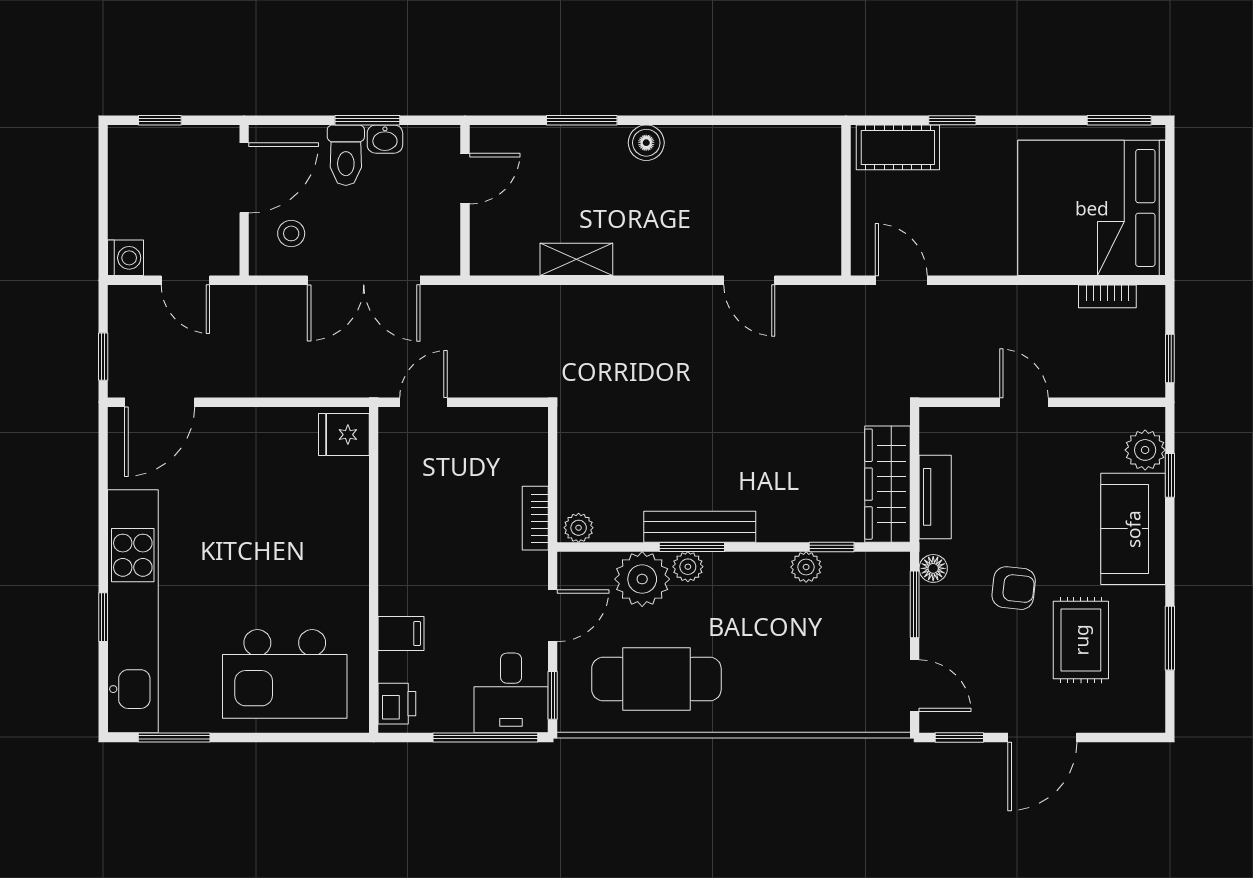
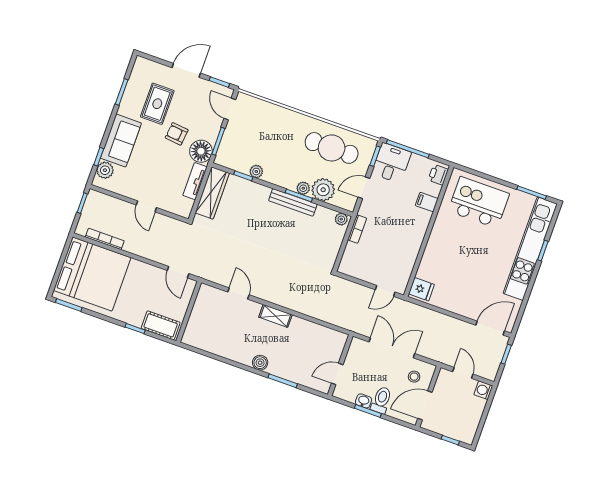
shelving: (576, 259) -> (275, 316), moved
bookcase: (1107, 296) -> (105, 239), width x1.56
floor lamp: (933, 568) -> (201, 151), width x1.89, depth x1.89

